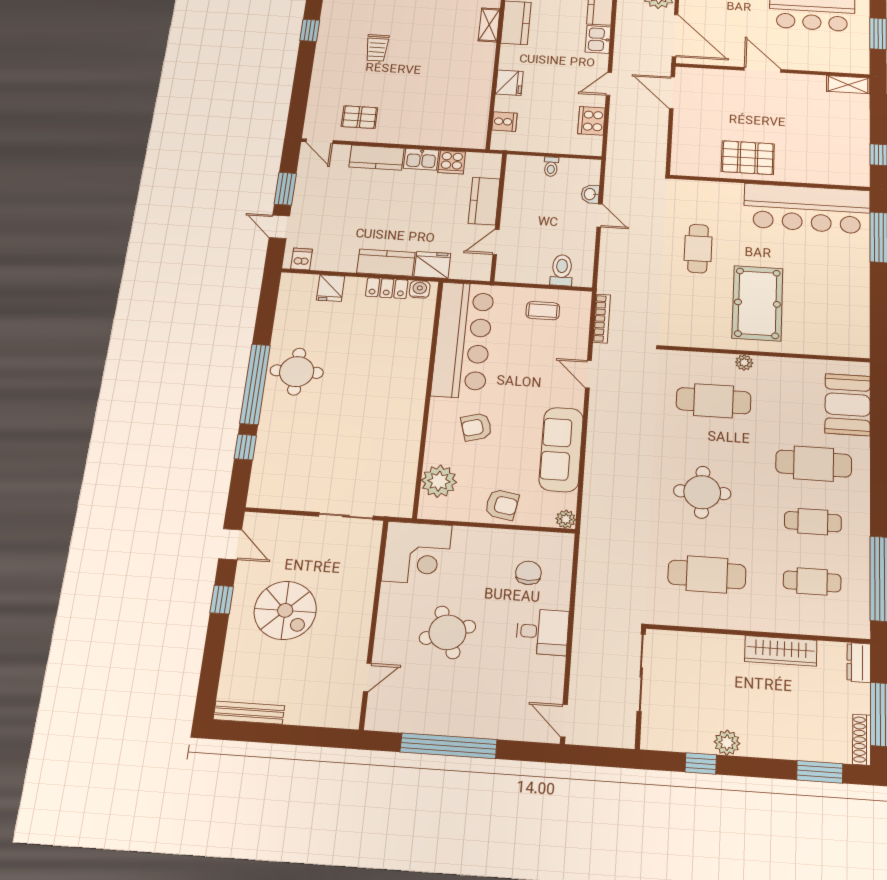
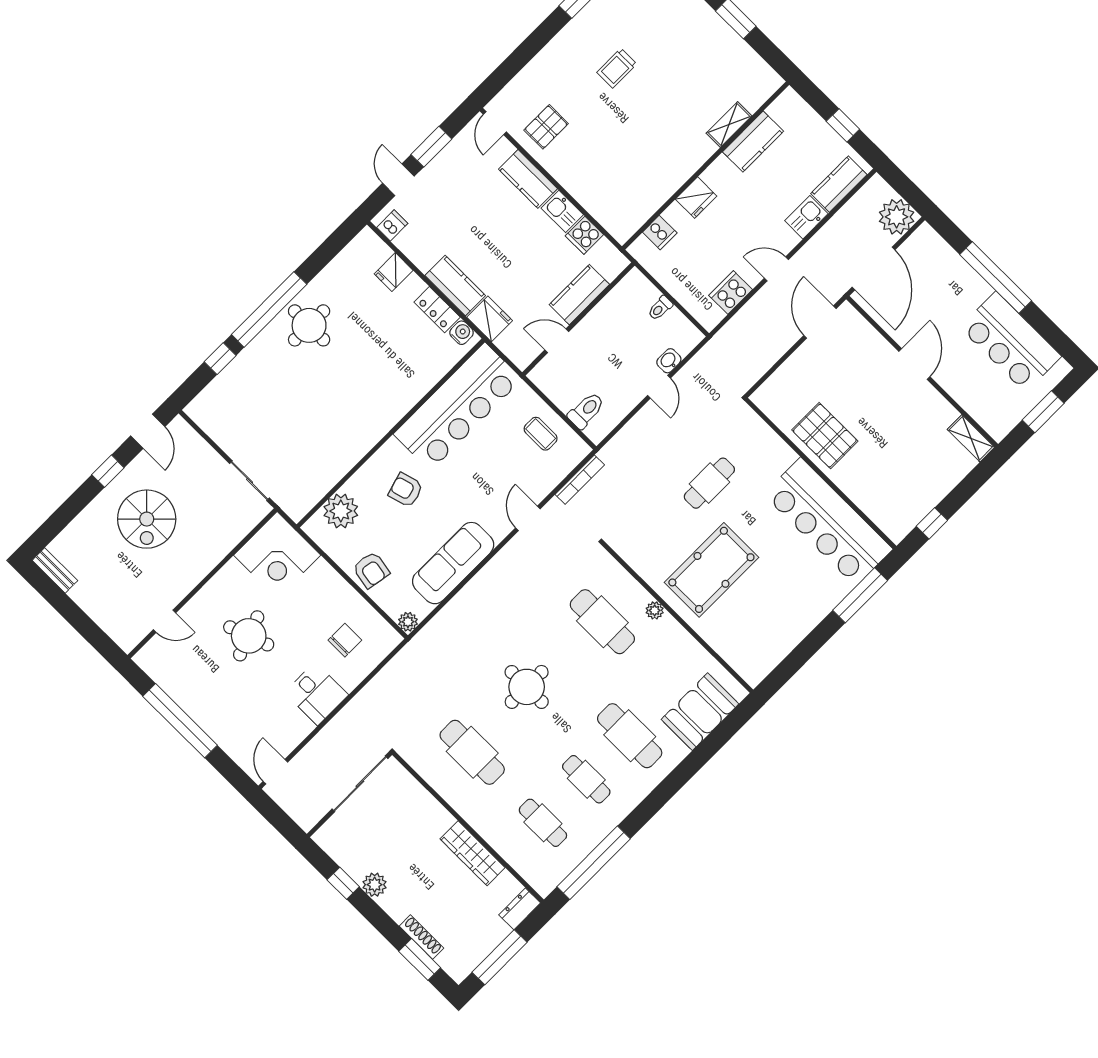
pallet: (359, 117) -> (546, 127), turned 90
bench: (249, 713) -> (55, 570), width x0.73
shoe rack: (862, 740) -> (421, 937), moved, turned 90

